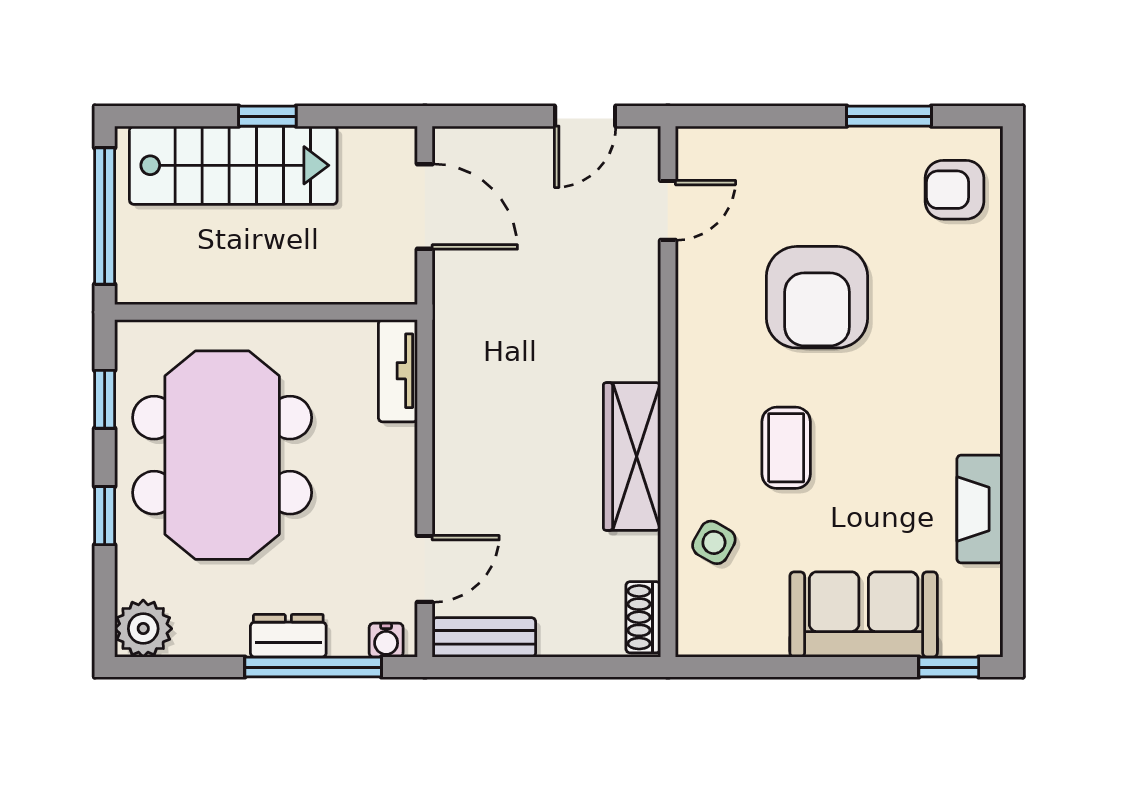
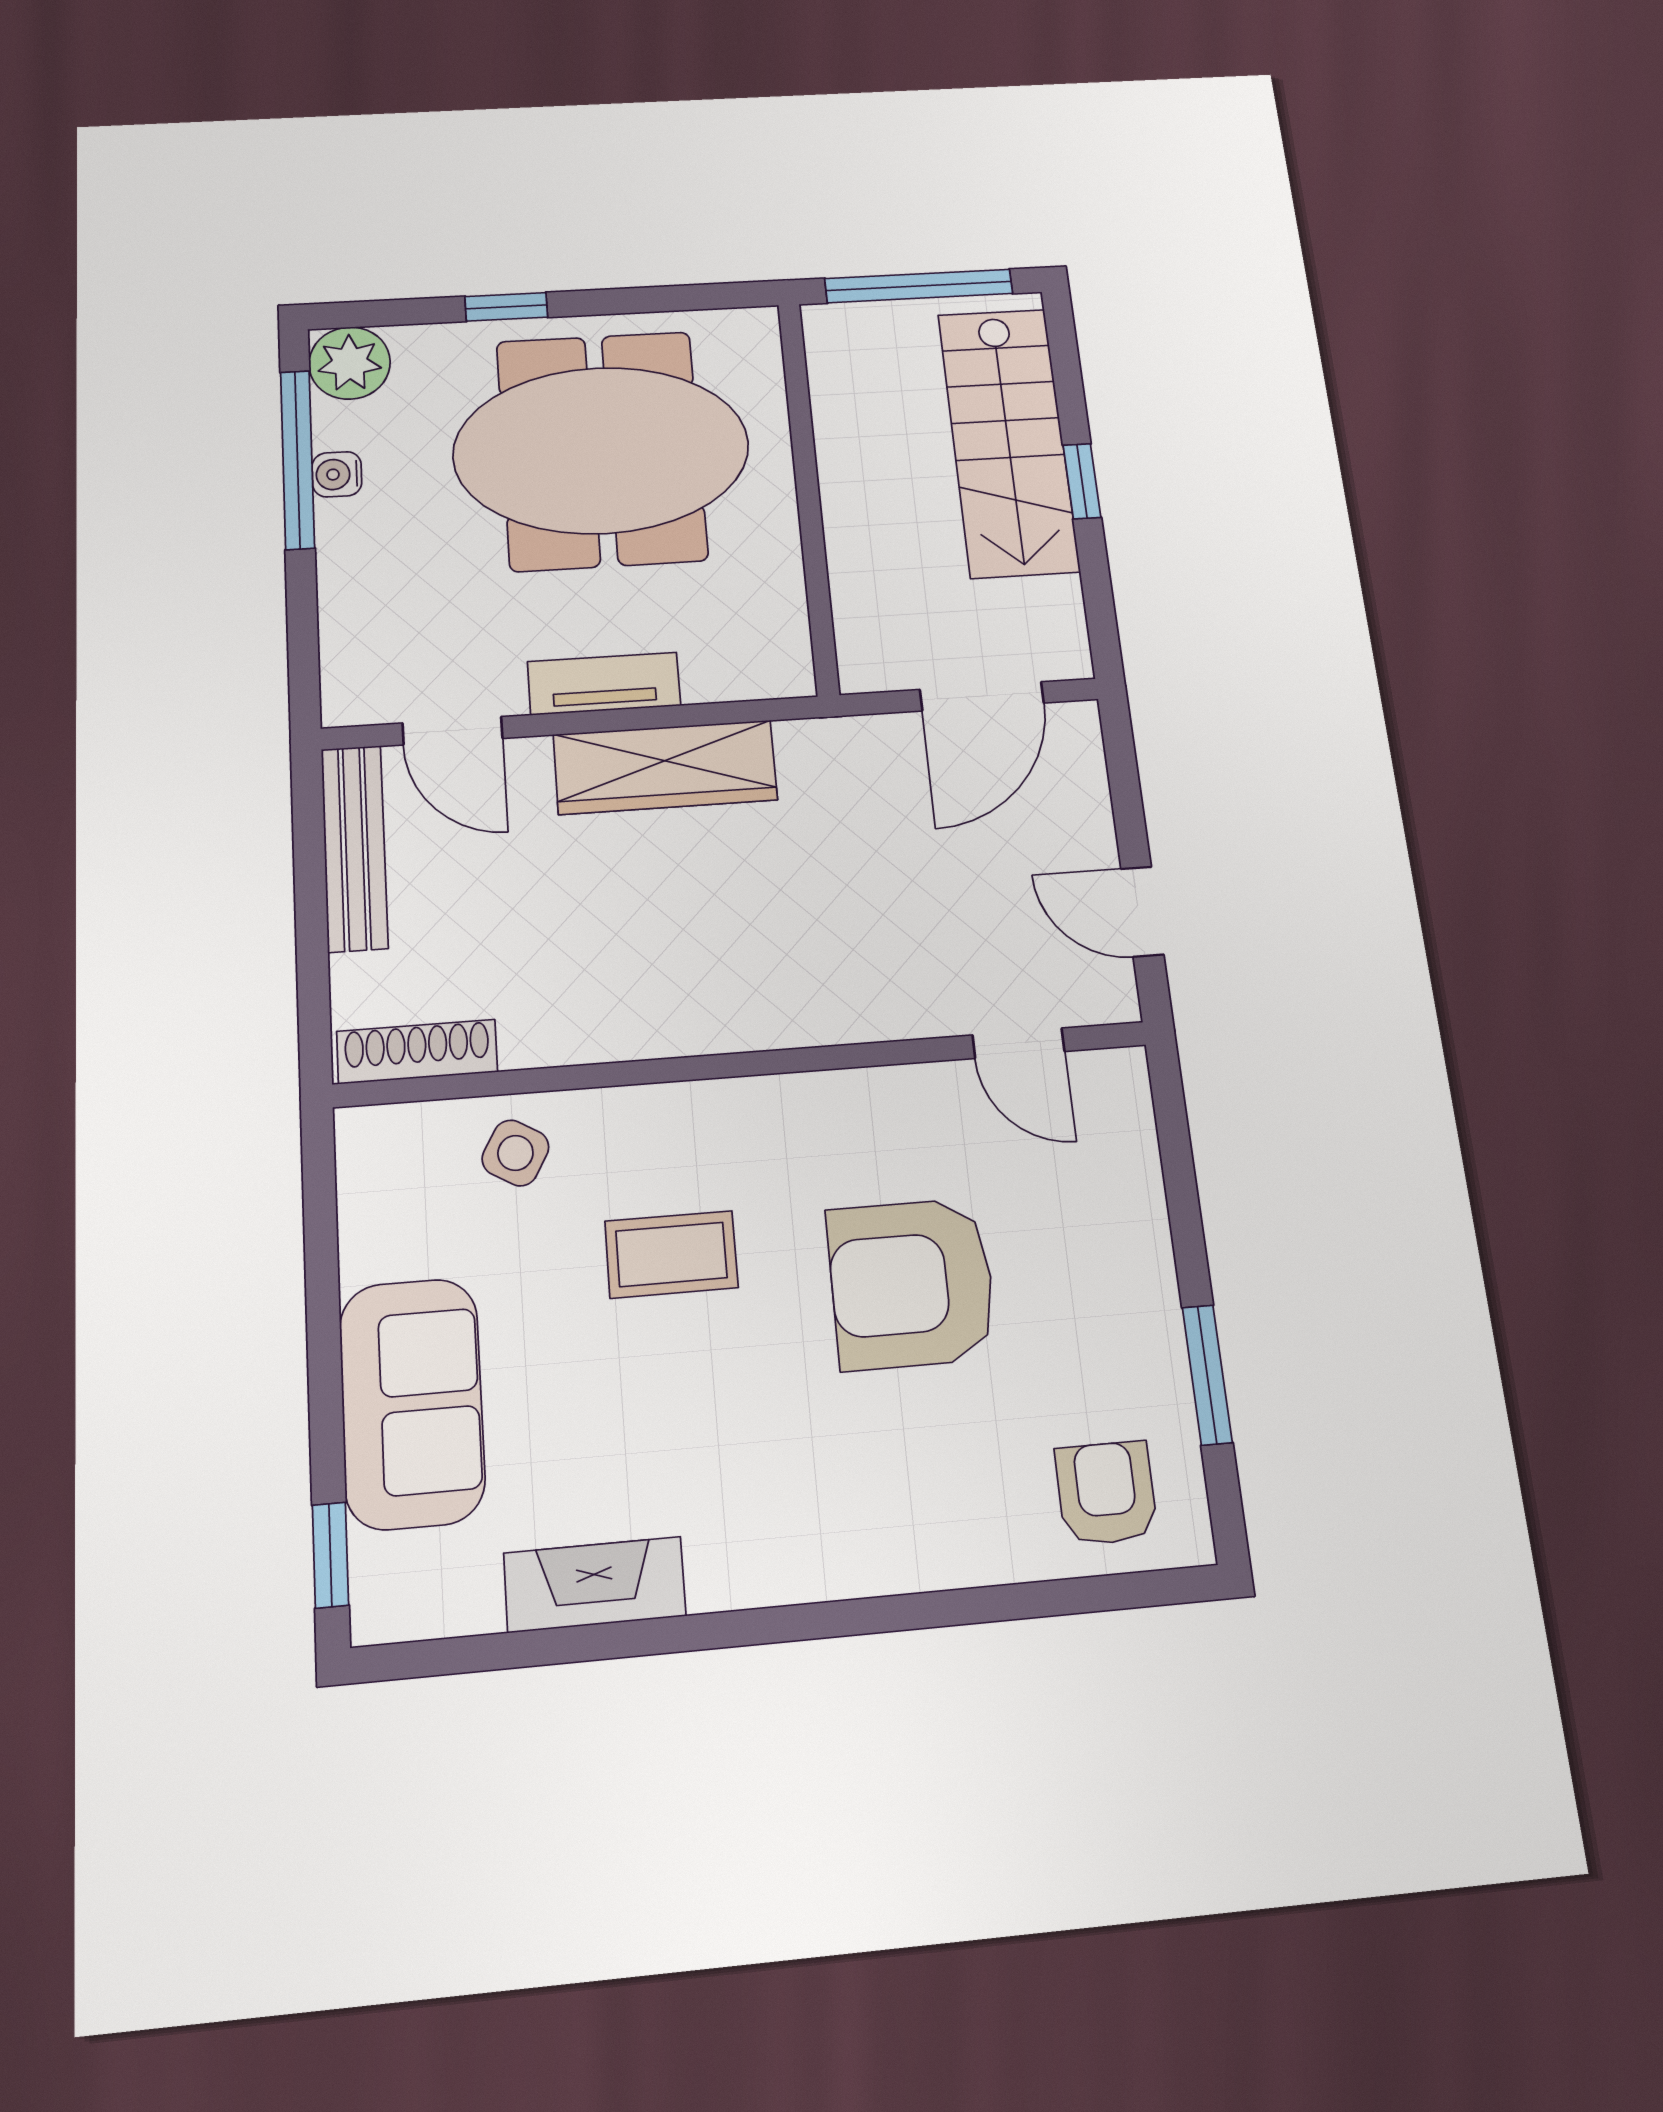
tv unit: (398, 371) -> (604, 684), moved
window: (105, 399) -> (668, 299), removed
wardrobe: (632, 456) -> (665, 767), moved, turned 180
shoe rack: (643, 617) -> (417, 1052), width x1.43
dresser: (288, 636) -> (346, 551), removed
bench: (484, 637) -> (354, 848), width x1.36
water cooler: (386, 640) -> (337, 474), moved
window: (313, 667) -> (298, 459), moved

